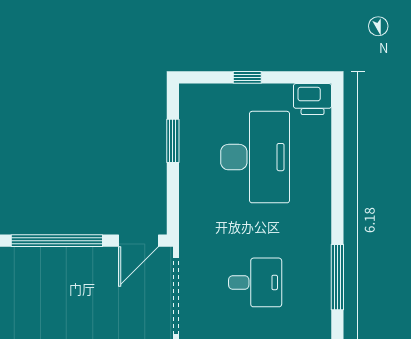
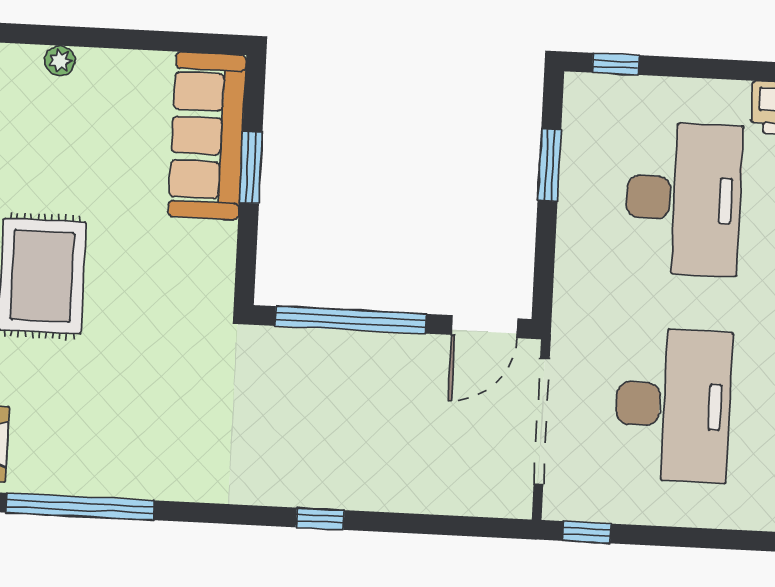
window: (247, 77) -> (615, 64), moved
desk: (255, 282) -> (673, 405), width x1.87, depth x1.30

